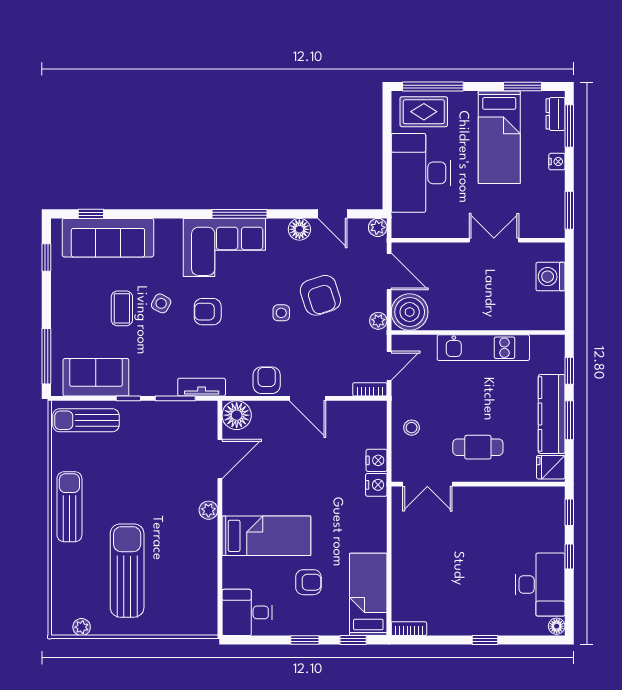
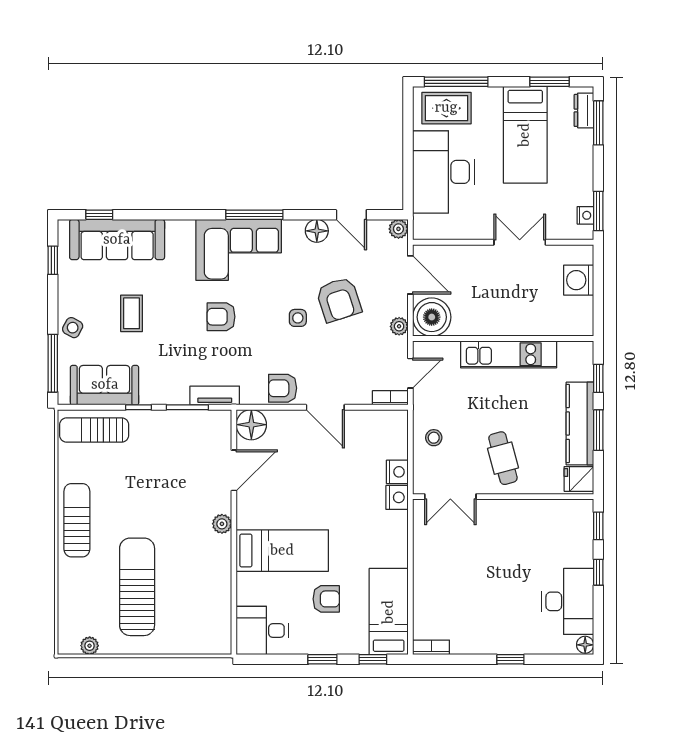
nightstand: (557, 162) -> (585, 215), moved
side table: (161, 303) -> (73, 328), moved
armchair: (267, 380) -> (283, 388), turned -90
cafe table: (478, 447) -> (503, 458), turned 75

